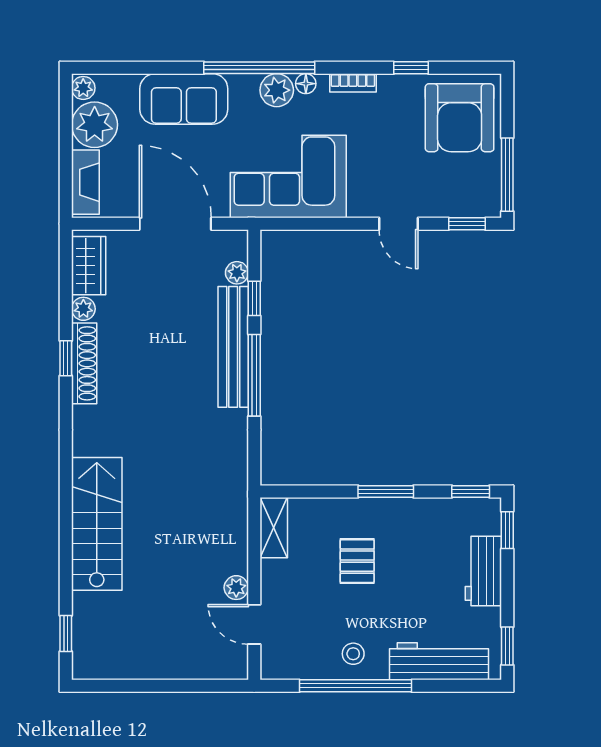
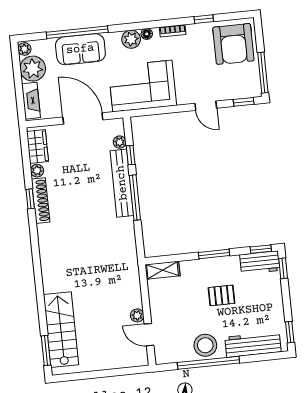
window: (259, 68) -> (77, 32), moved
stairs: (97, 524) -> (61, 330), moved
shelving: (274, 528) -> (163, 270), moved, turned 90
pallet: (357, 561) -> (221, 295), moved, turned 90
workbench: (483, 571) -> (260, 263), moved, turned -90
window: (66, 634) -> (46, 350), width x1.50
stool: (353, 654) -> (205, 345), width x1.89, depth x1.89

